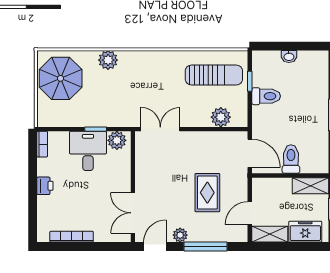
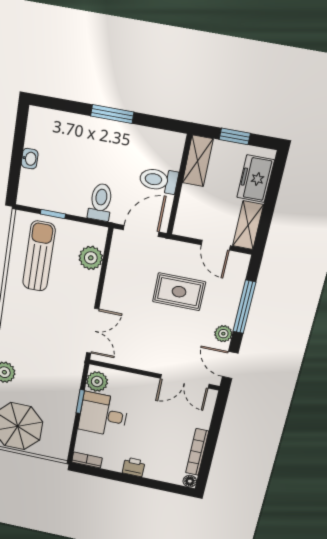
toilet: (266, 96) -> (101, 202), moved
double door: (160, 129) -> (93, 331), swing flipped
floor lamp: (43, 236) -> (190, 481), added

